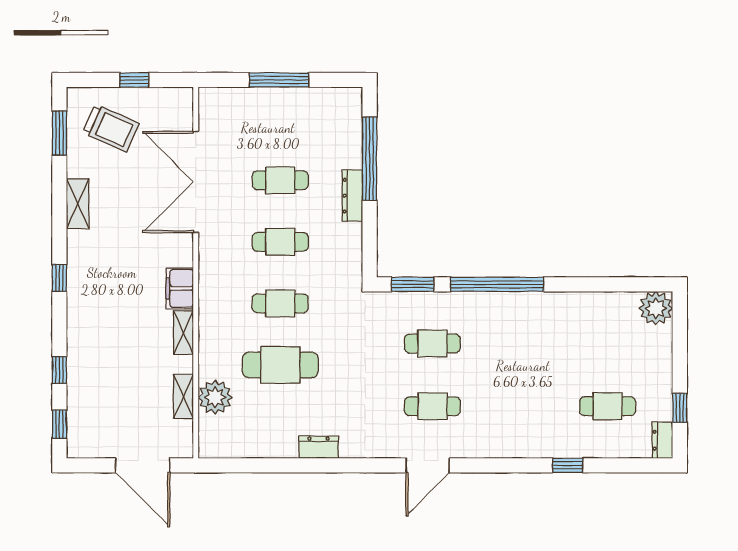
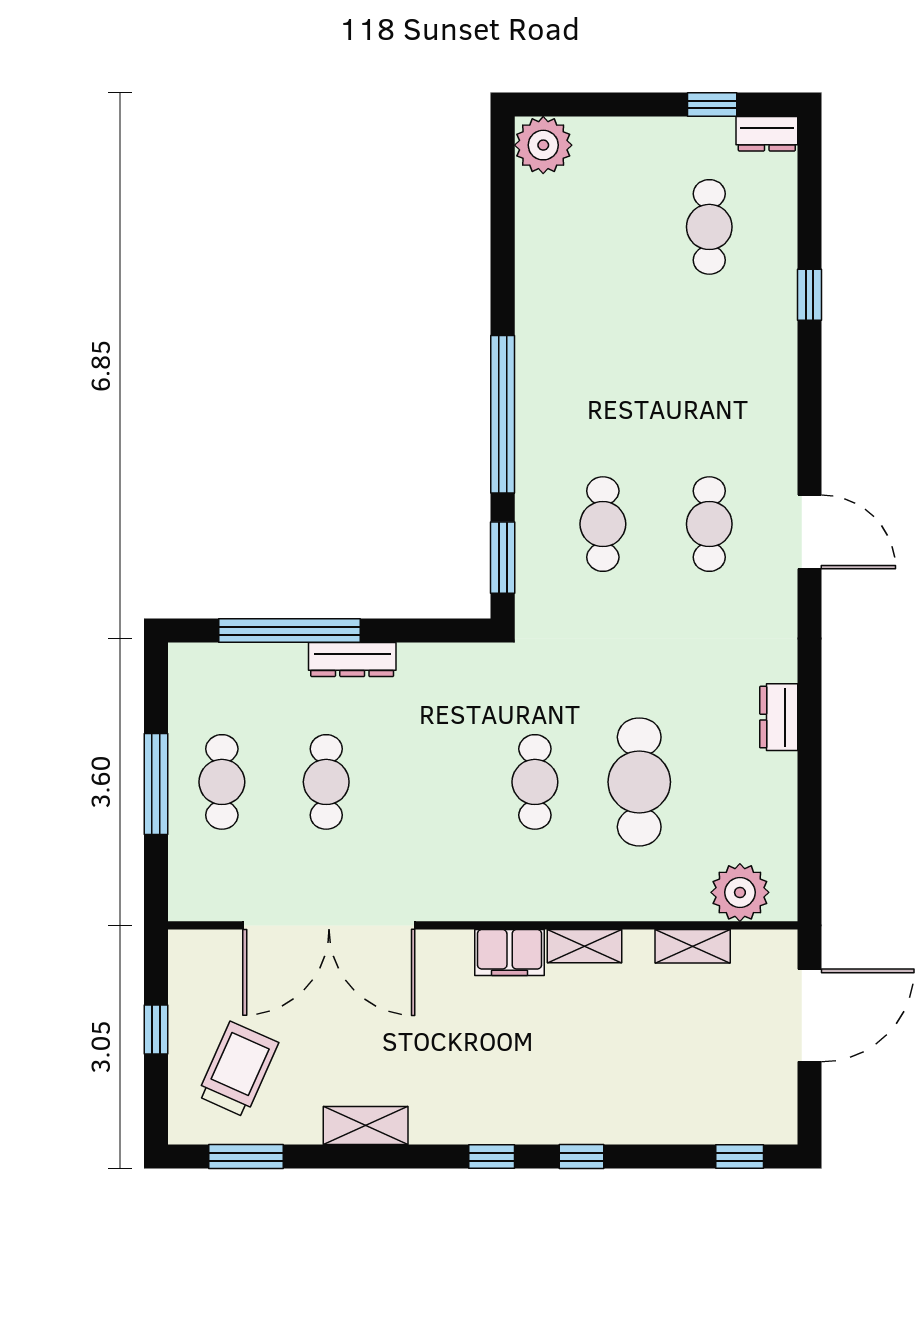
cafe table: (280, 242) -> (222, 782), moved
window: (59, 370) -> (581, 1157), moved
plant: (215, 397) -> (740, 892), moved

